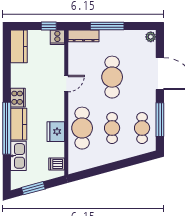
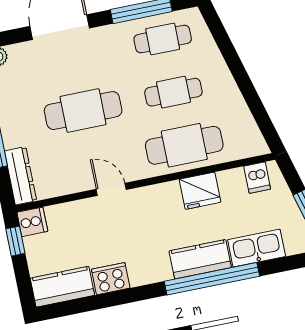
cooker: (18, 98) -> (111, 279), moved

